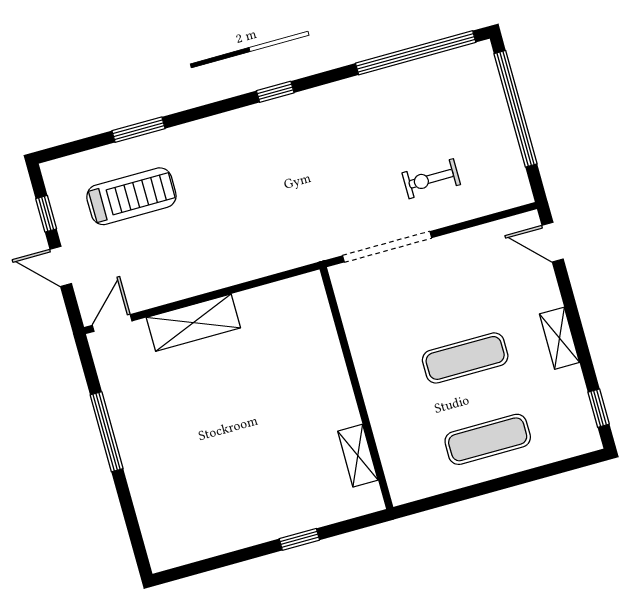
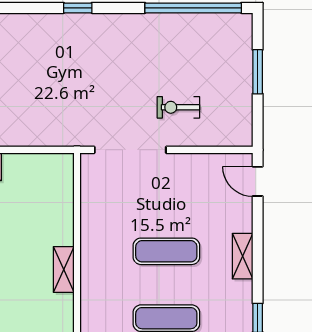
window: (516, 109) -> (258, 72), width x0.47
shelving: (358, 456) -> (64, 269), moved

